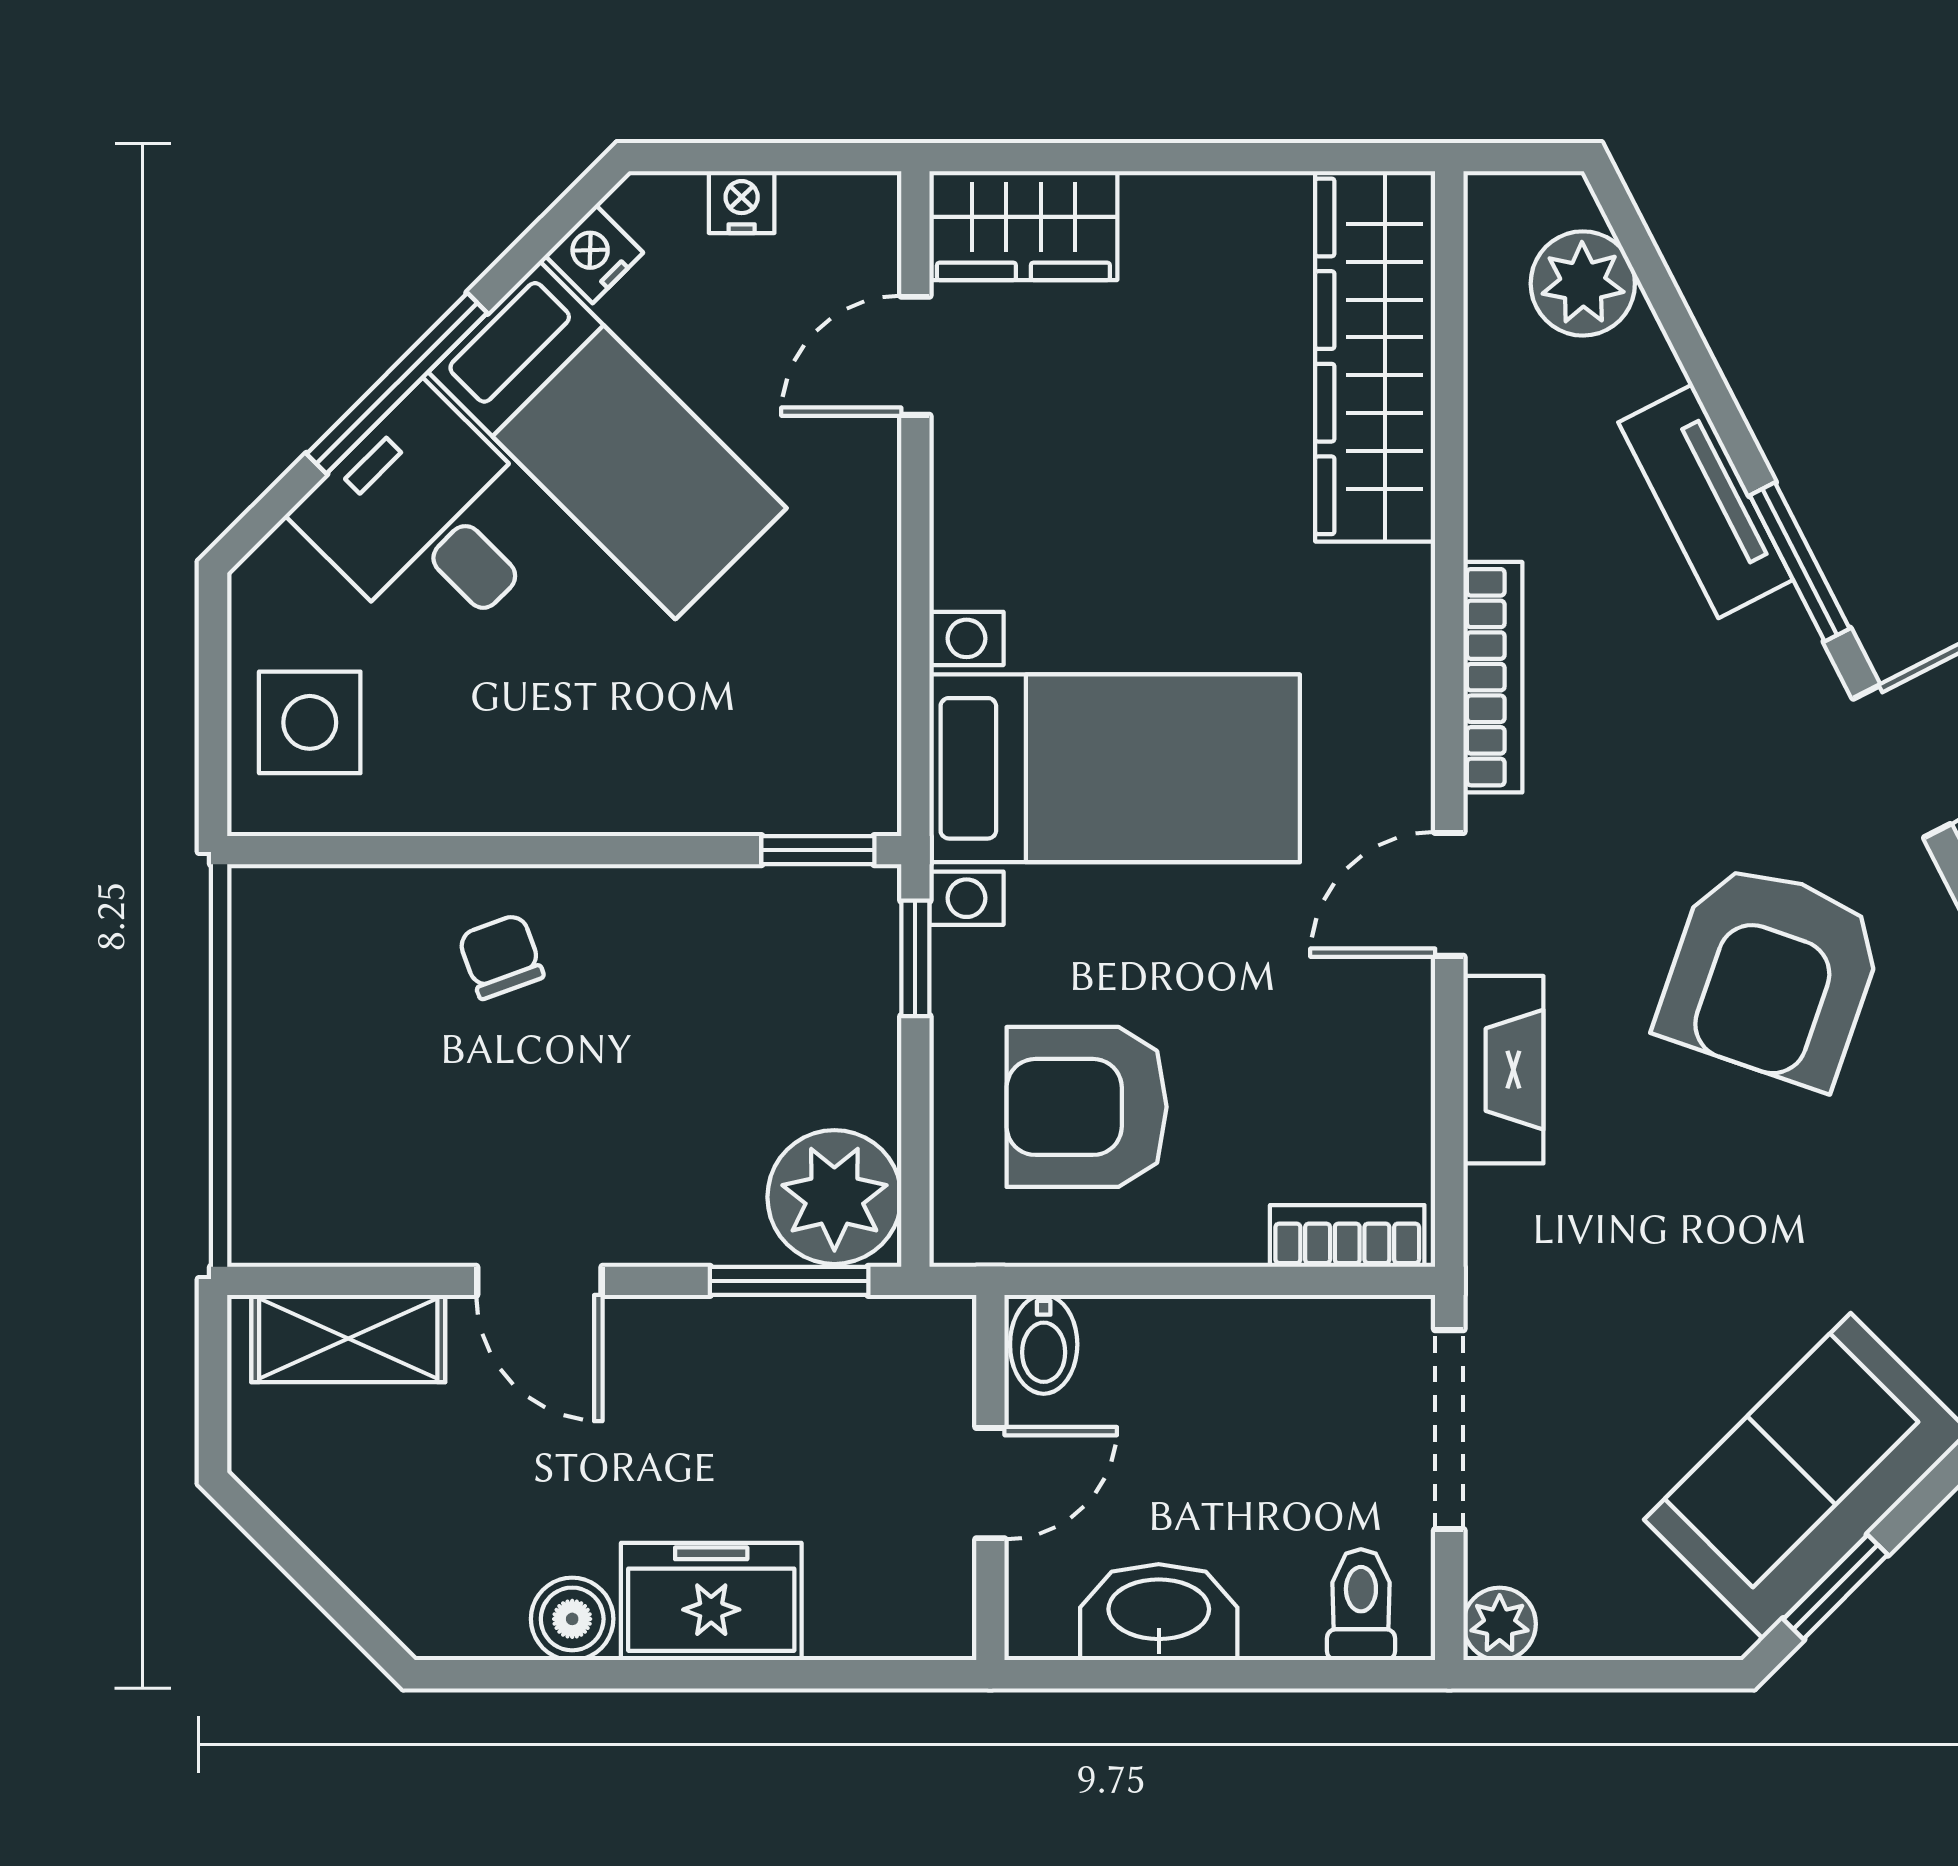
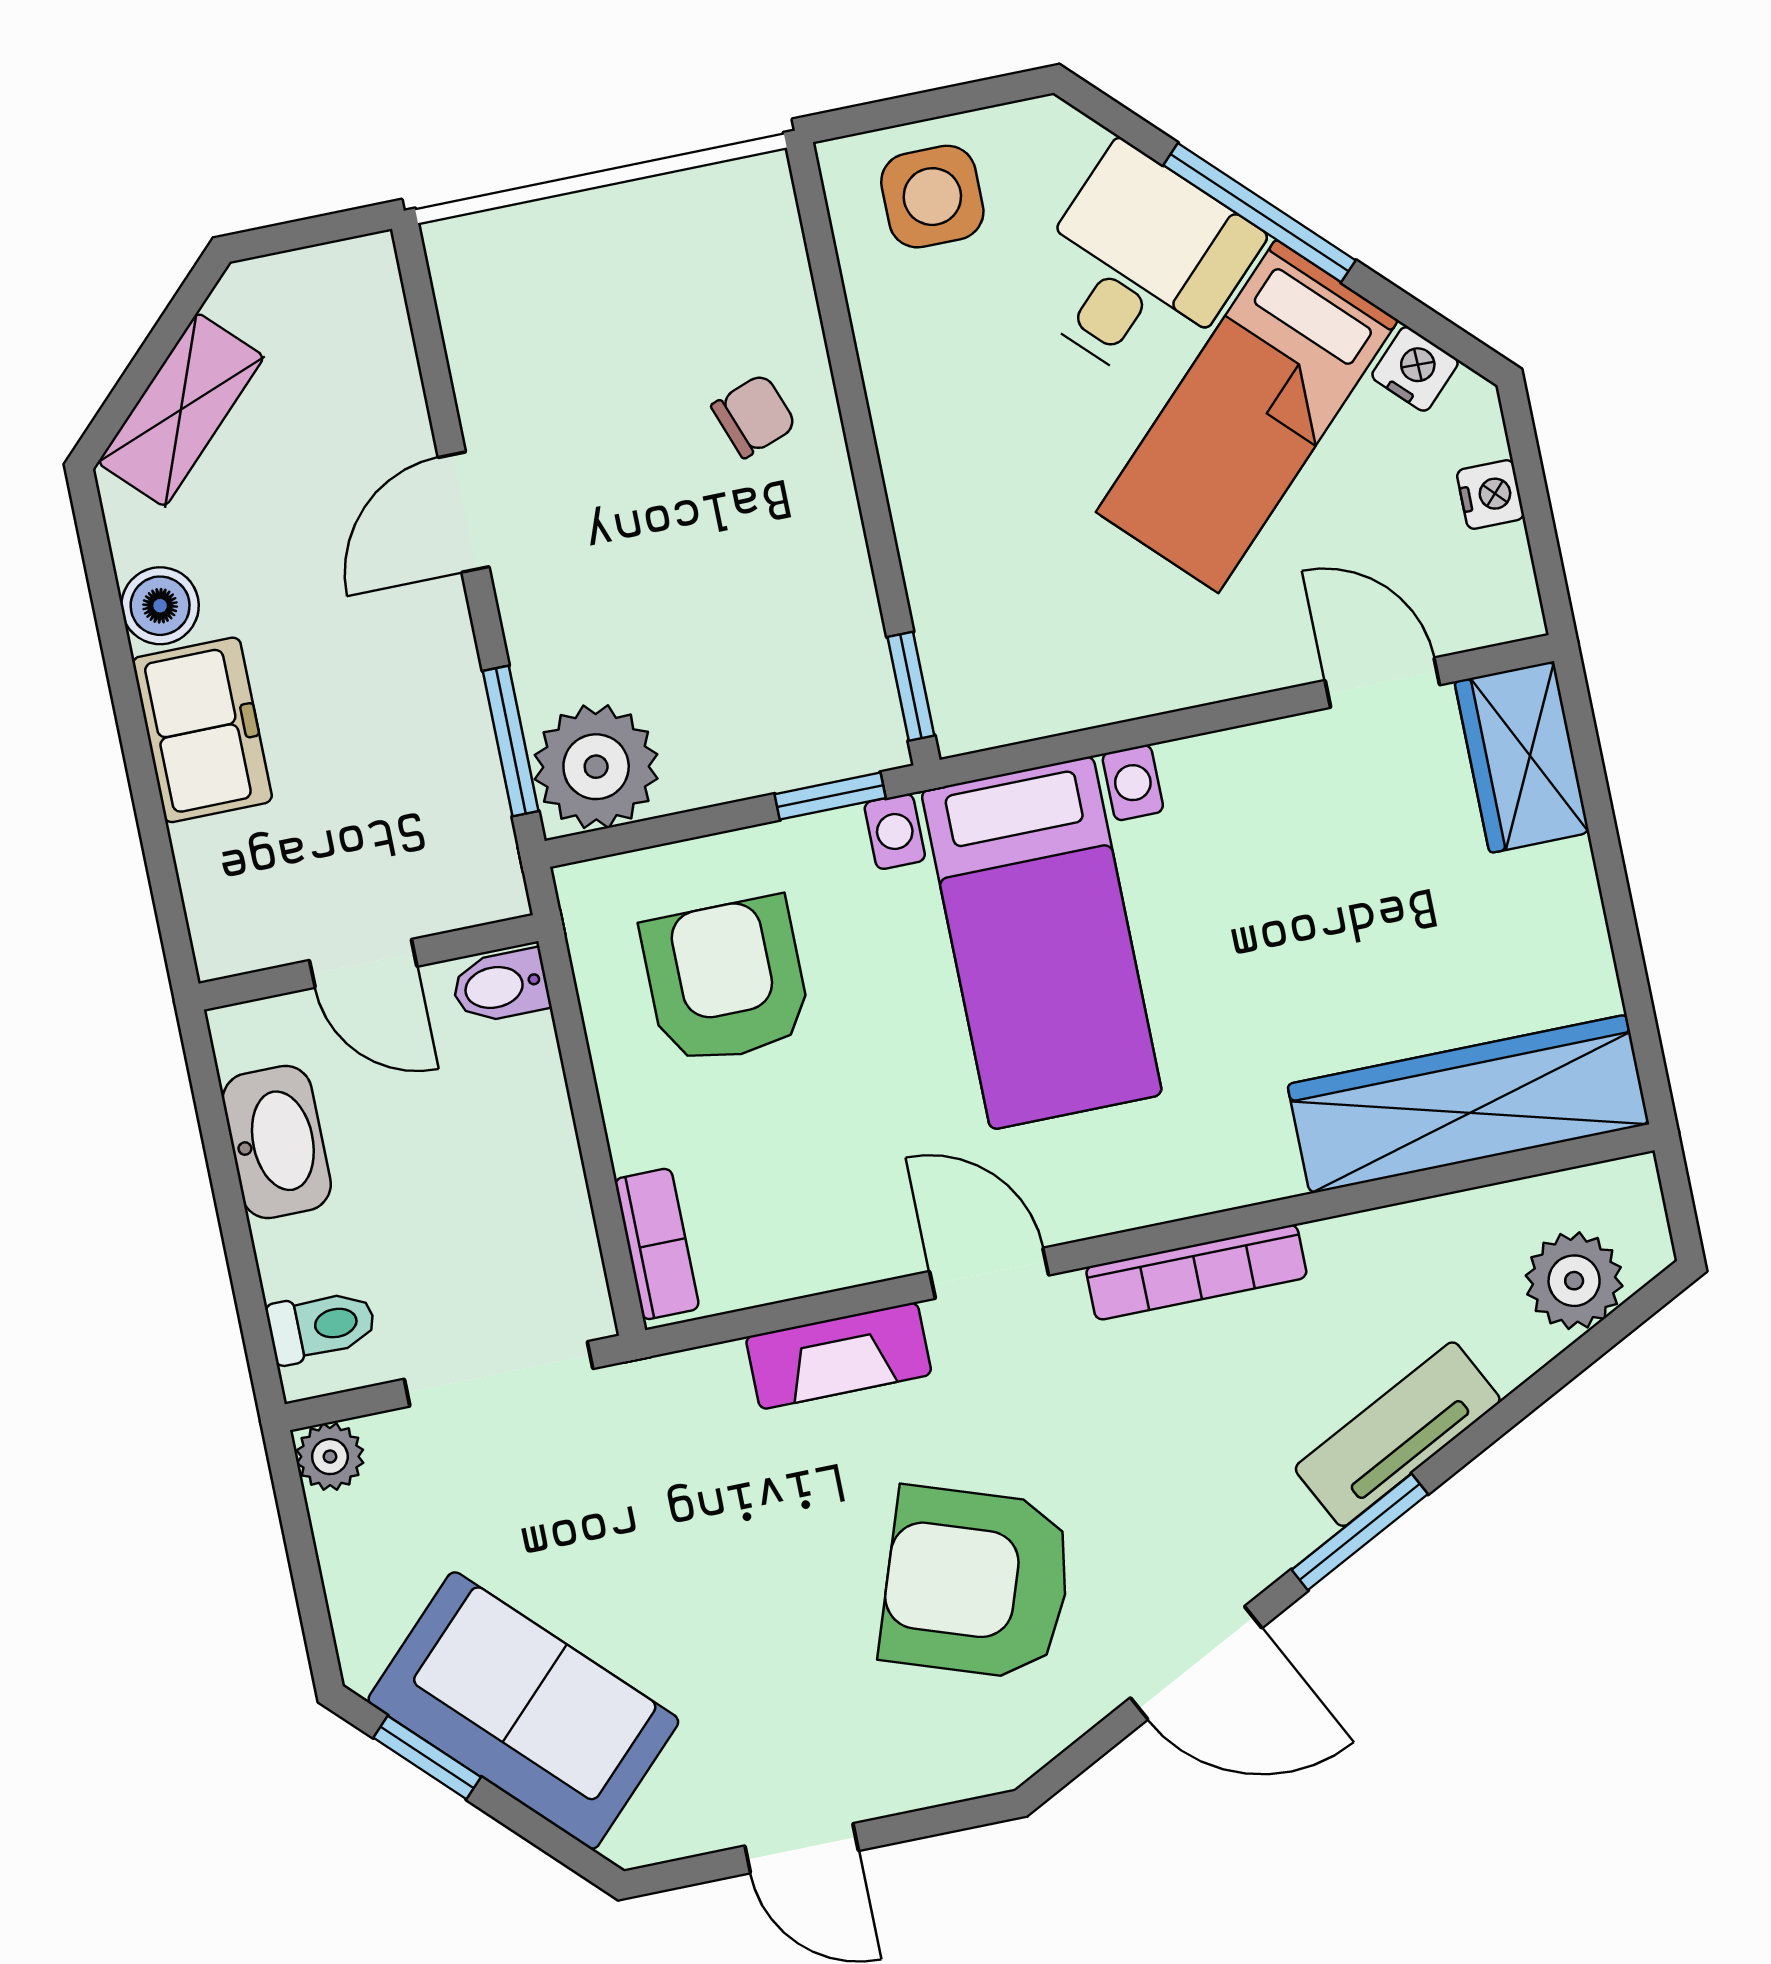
shelving: (348, 1339) -> (181, 410), moved, turned 45

